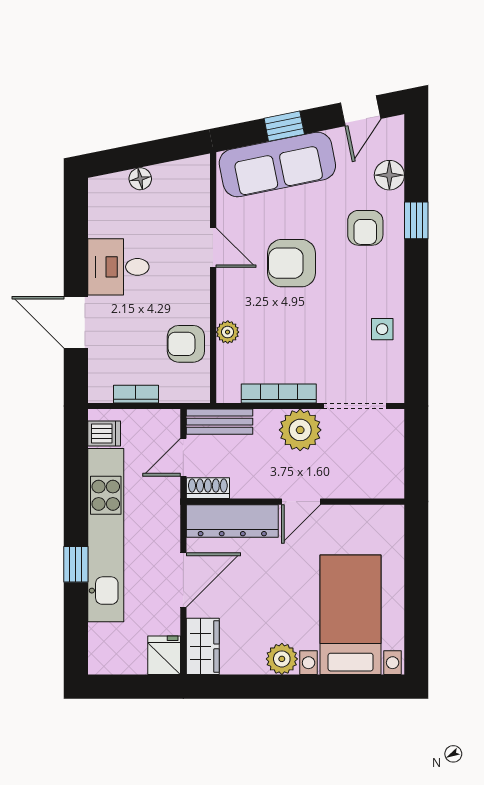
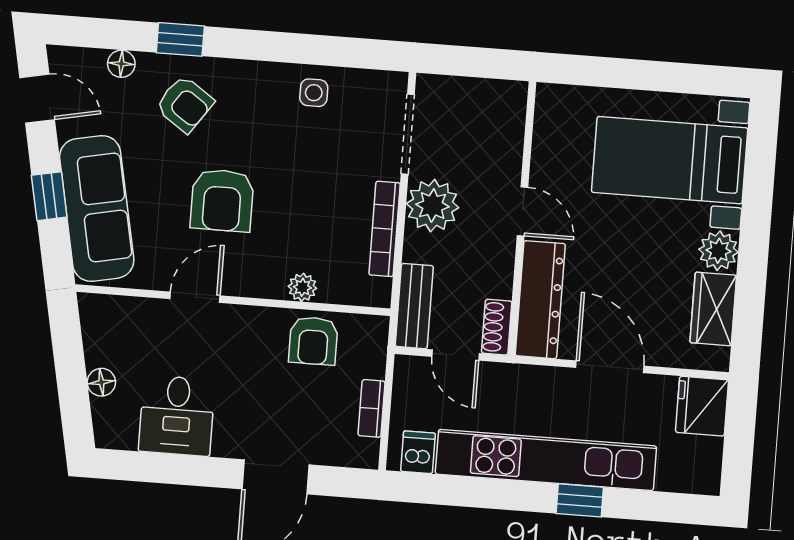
floor lamp: (389, 175) -> (121, 64), width x0.73, depth x0.73
armchair: (365, 228) -> (185, 104), turned 35
desk: (118, 267) -> (177, 416), moved
wardrobe: (203, 646) -> (713, 309), moved, turned -90
fridge: (164, 655) -> (702, 406), width x1.38

